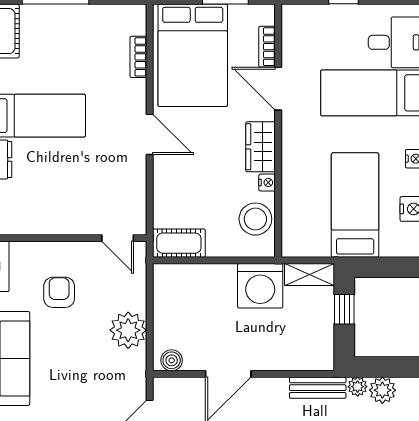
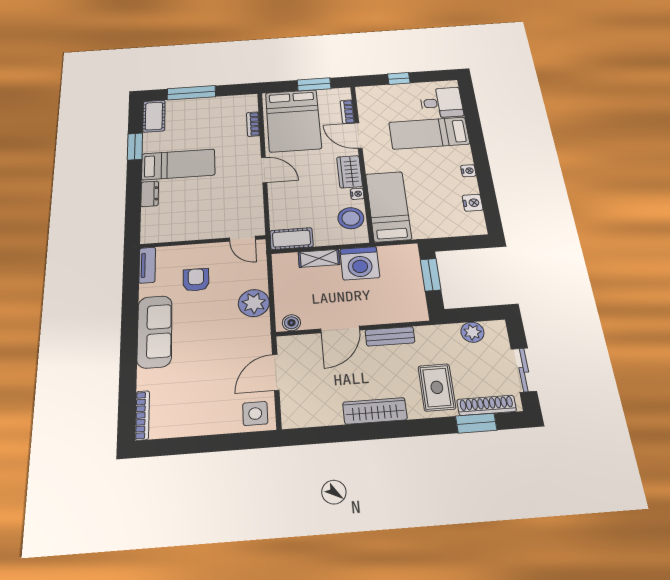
bed: (355, 205) -> (388, 206), moved
shelving: (309, 275) -> (319, 258), moved
window: (344, 309) -> (431, 275), width x1.50
plant: (358, 387) -> (451, 331), removed
bench: (318, 388) -> (390, 336), moved

